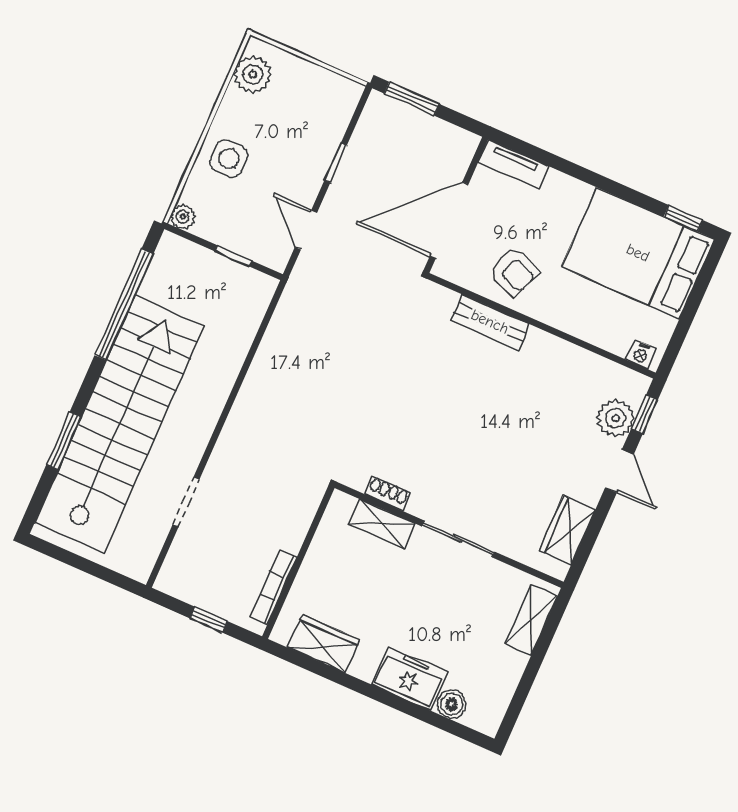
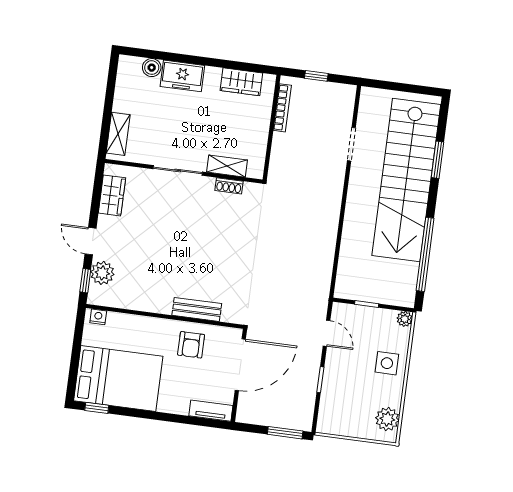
armchair: (514, 272) -> (191, 345), turned -112

